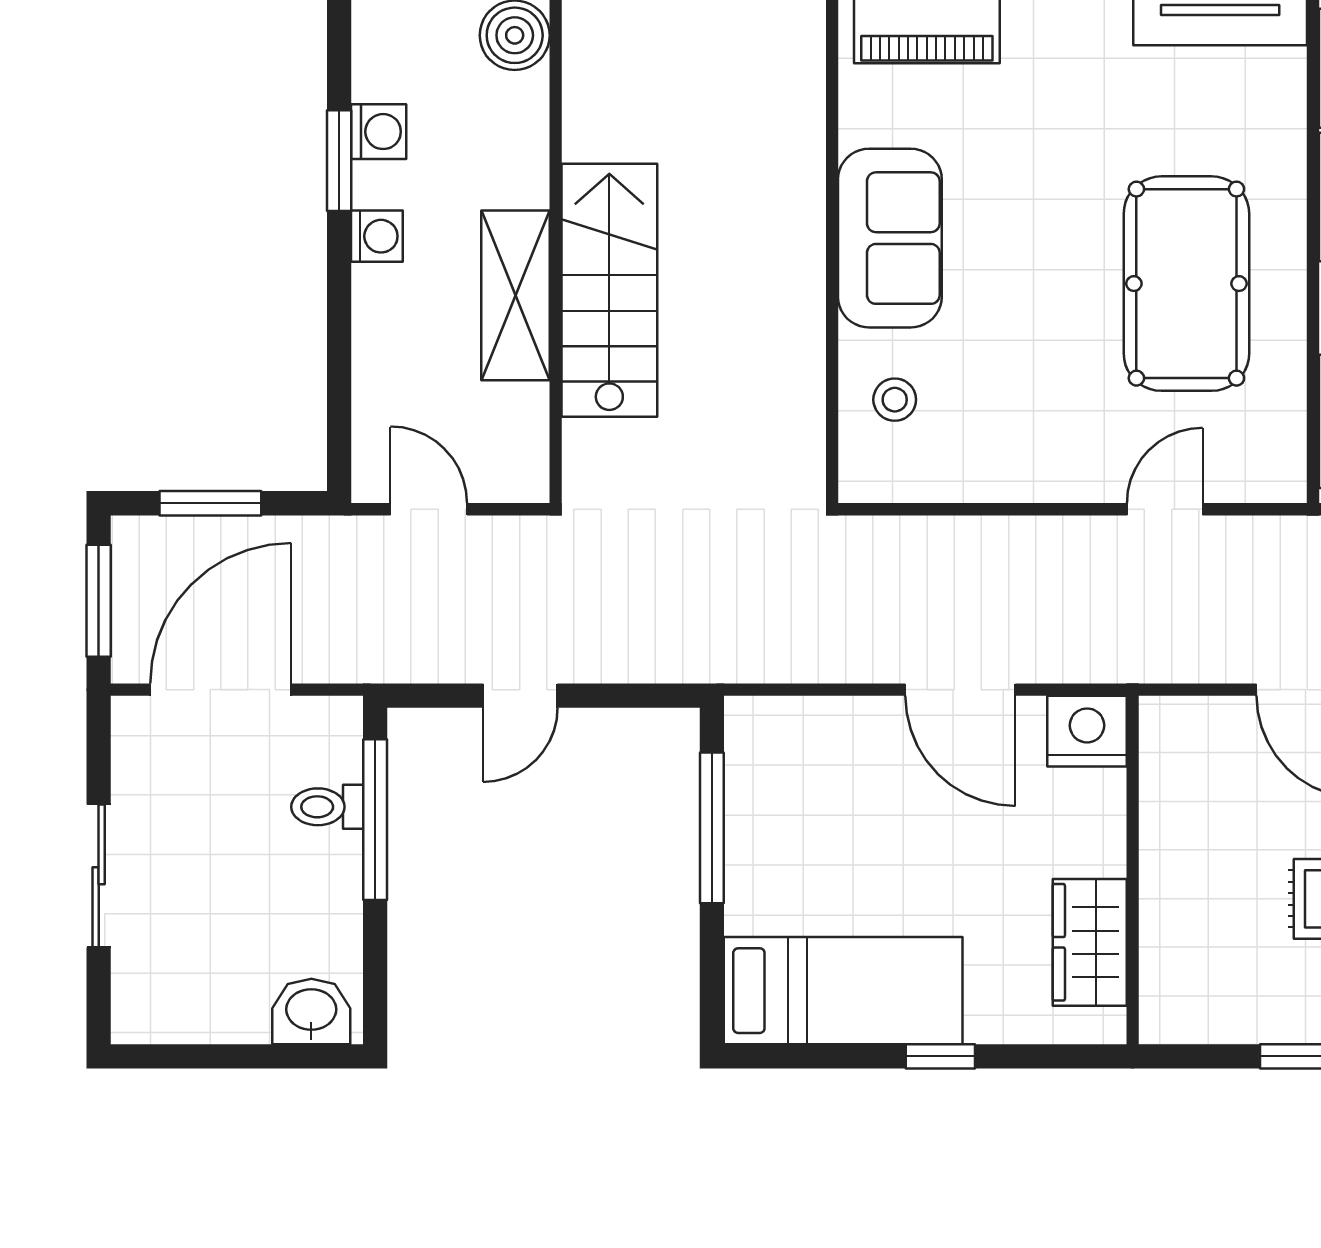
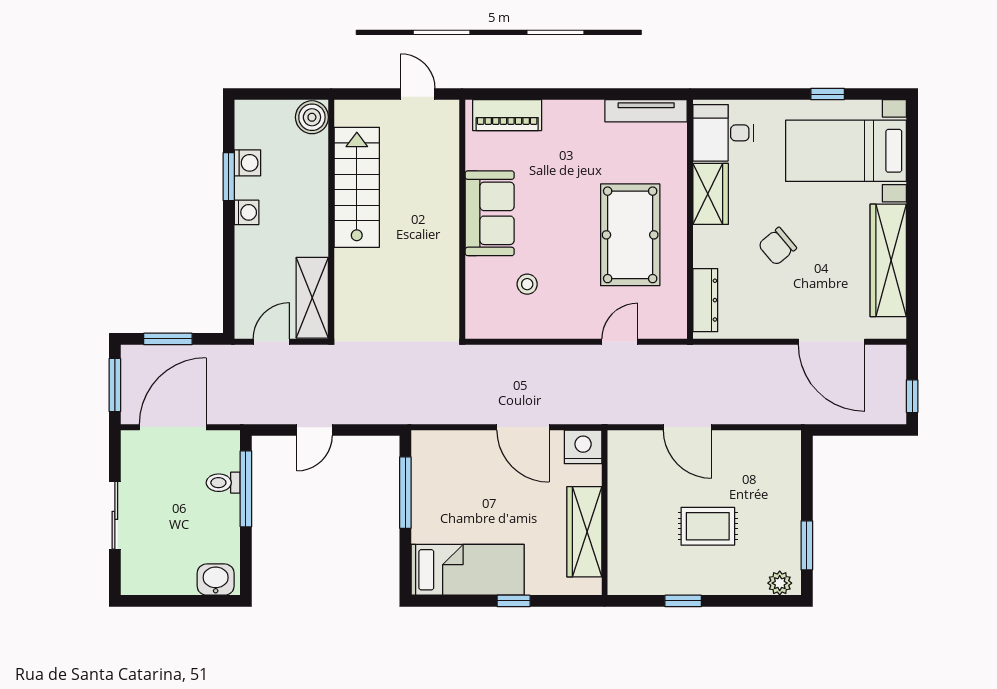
stairs: (609, 290) -> (357, 187), moved
shelving: (515, 295) -> (312, 298), moved
stool: (895, 400) -> (527, 284), moved
door: (429, 509) -> (271, 342), hinge flipped
wardrobe: (1090, 942) -> (584, 532), width x1.50

